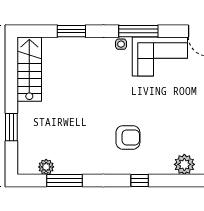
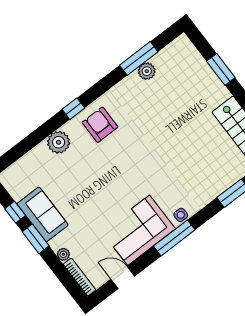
armchair: (128, 137) -> (100, 125), moved, turned 90
plant: (184, 164) -> (59, 142), moved
plant: (46, 167) -> (147, 71), moved

